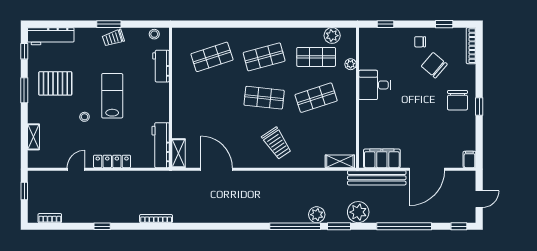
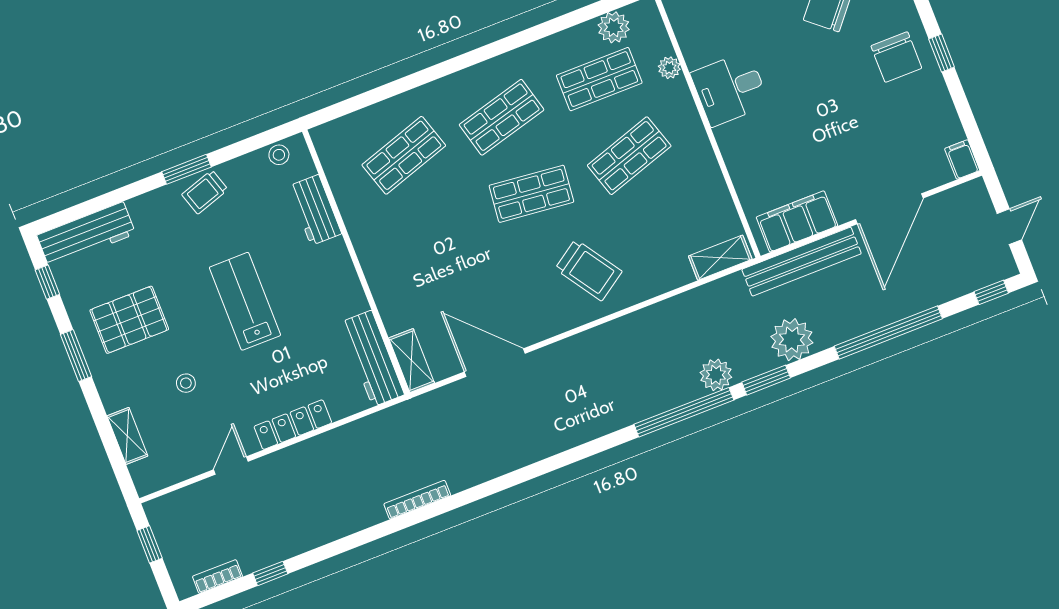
stool: (85, 117) -> (186, 383), moved
window: (102, 226) -> (270, 573), moved

